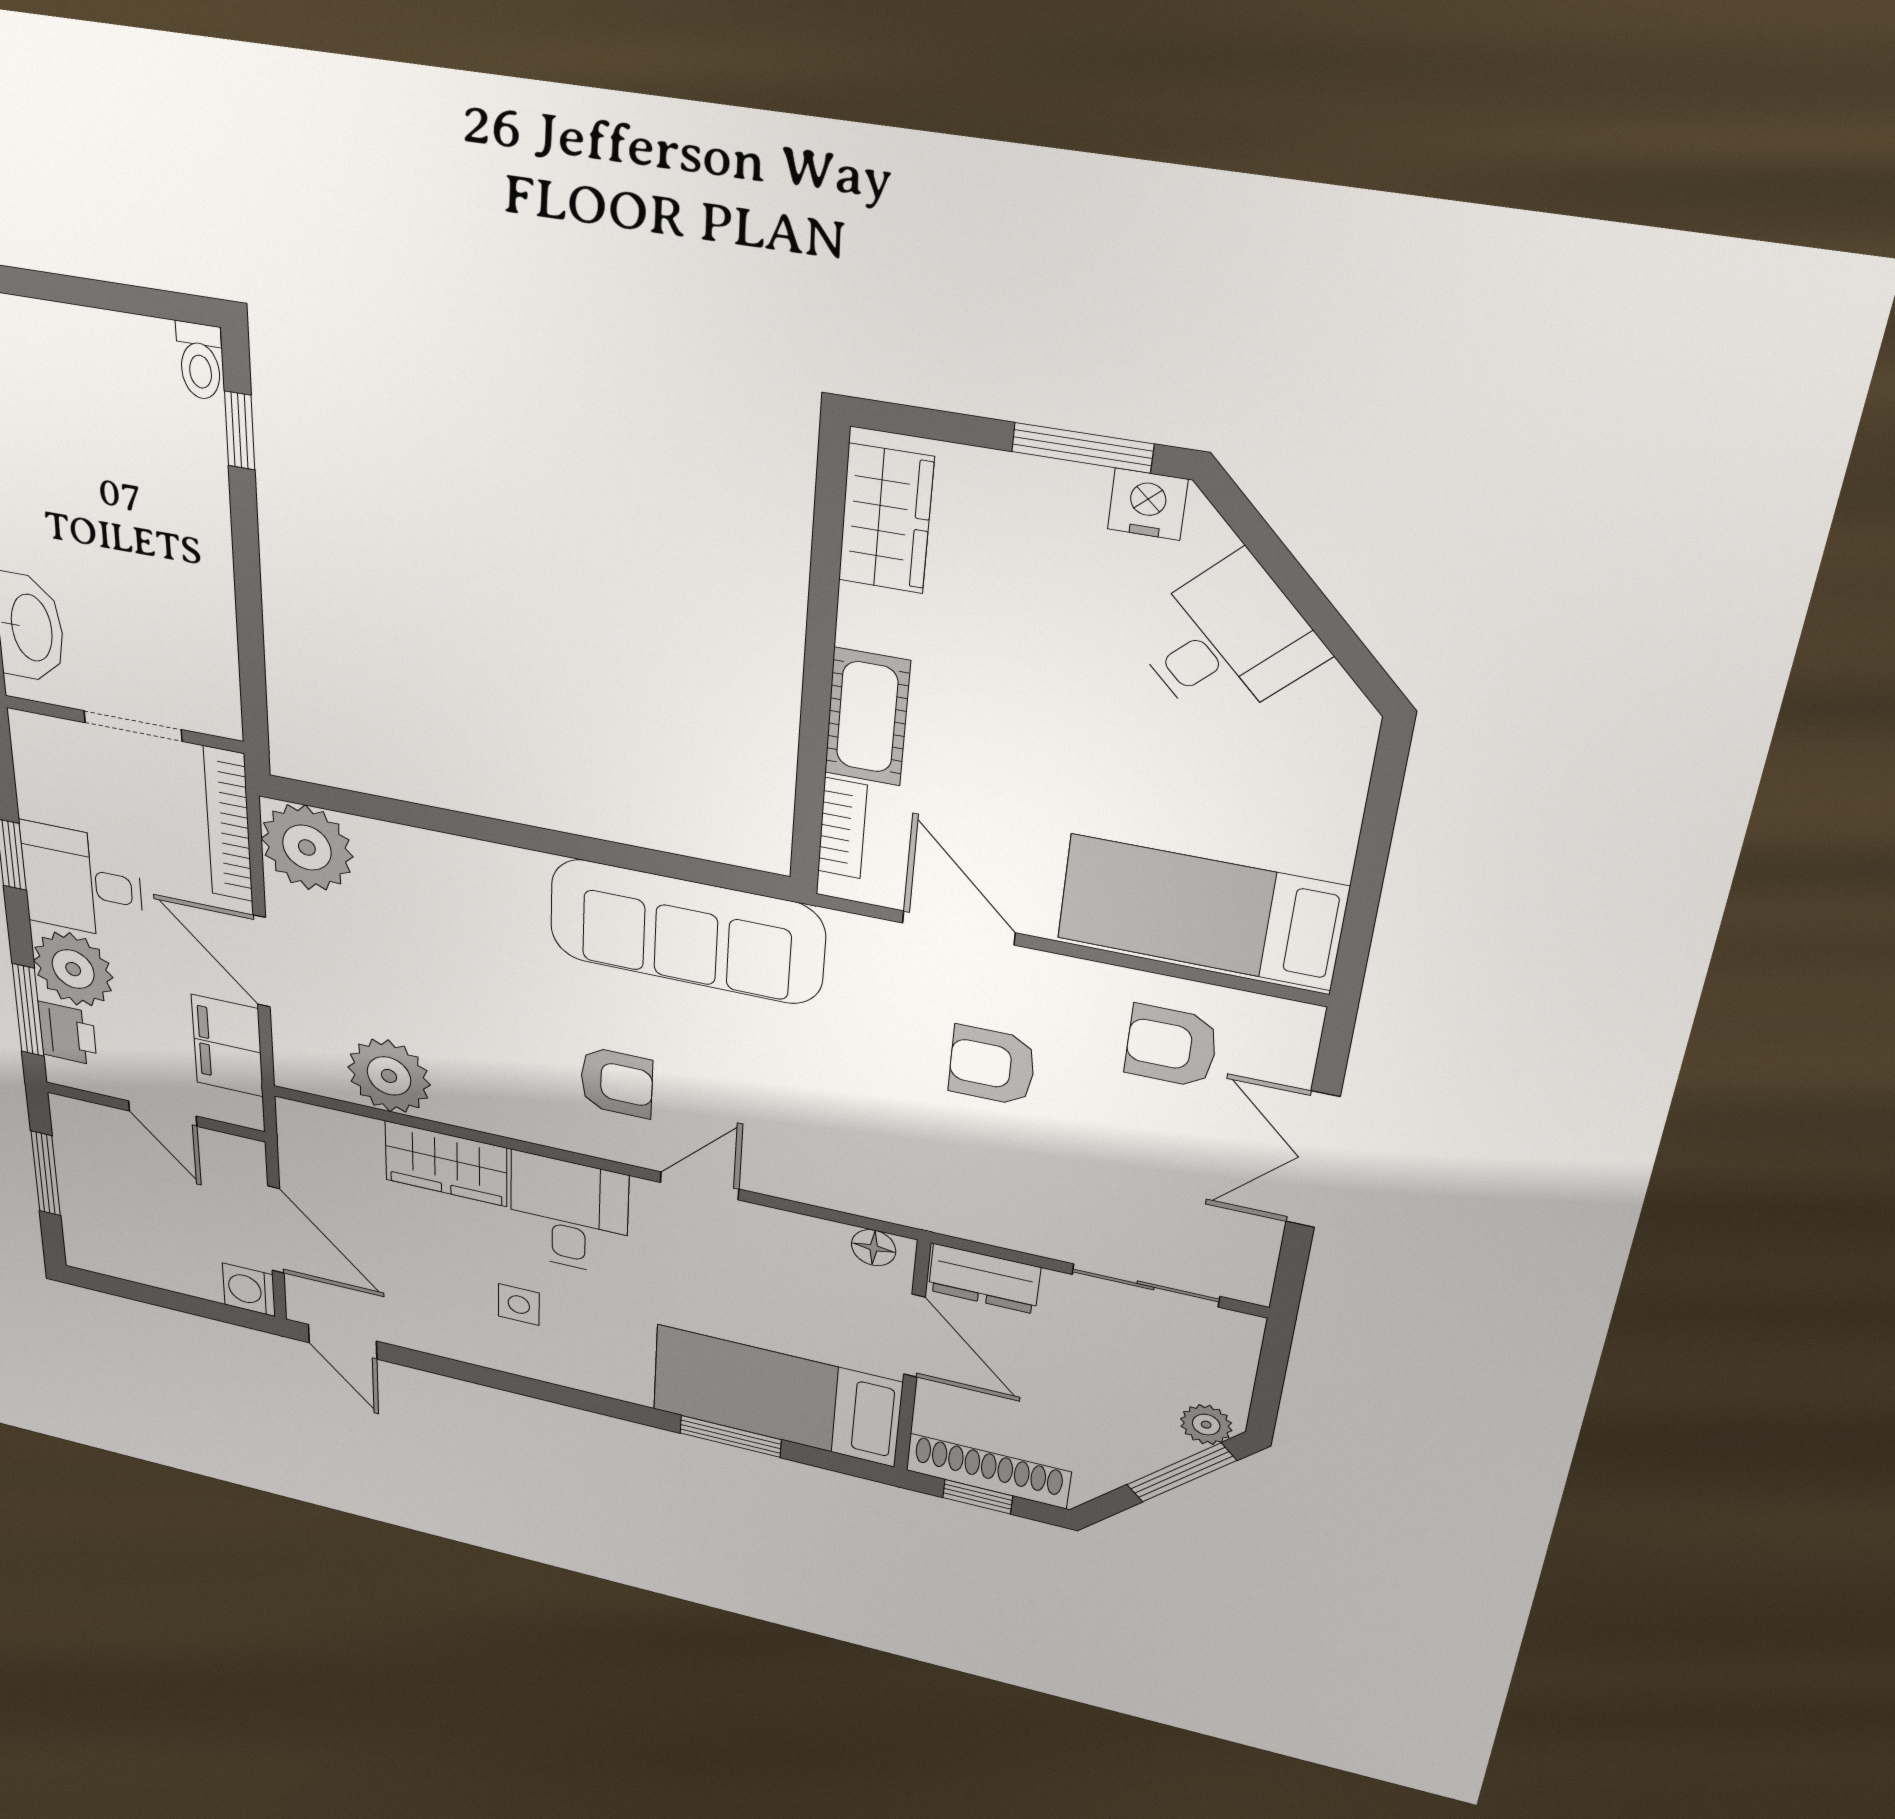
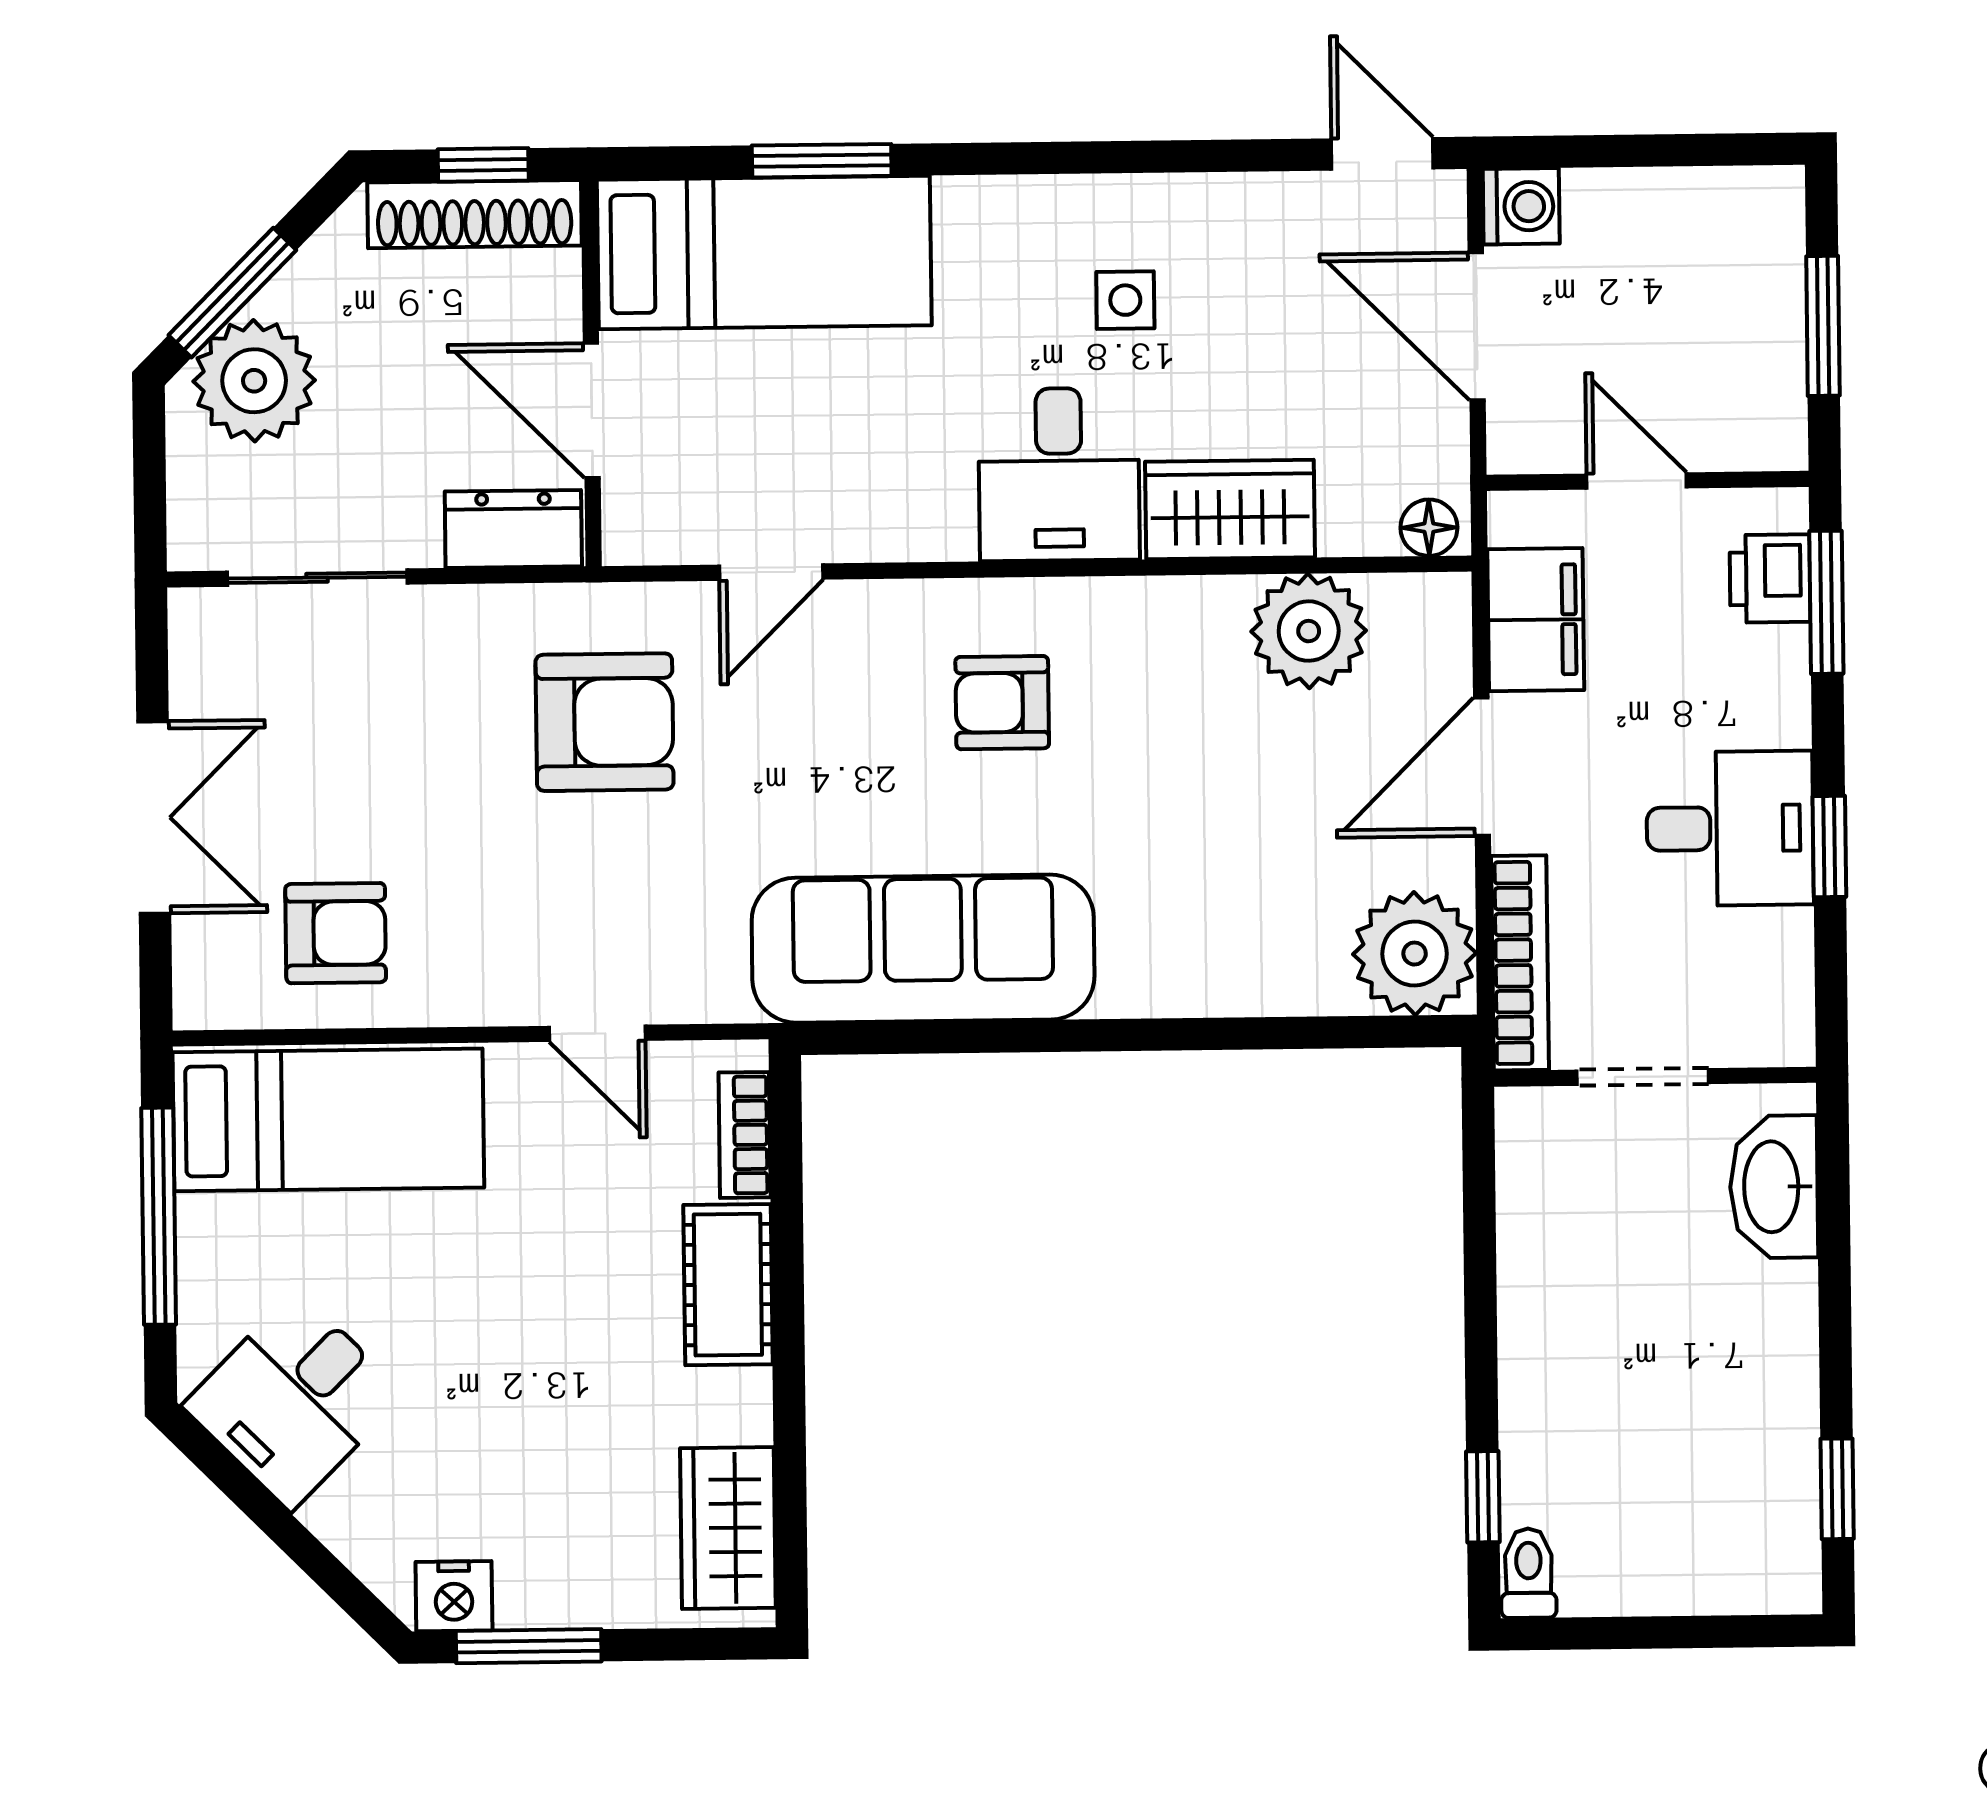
desk: (1226, 642) -> (294, 1400), moved
window: (1369, 870) -> (159, 1216), added
door: (959, 928) -> (597, 1033), width x0.73
door: (262, 961) -> (1482, 767), swing flipped
plant: (73, 969) -> (1753, 687), removed
armchair: (992, 1066) -> (605, 722), moved, width x1.38, depth x1.38
door: (700, 1186) -> (771, 572), moved
floor lamp: (874, 1248) -> (1429, 528), moved
plant: (1206, 1425) -> (254, 381), width x1.88, depth x1.88

